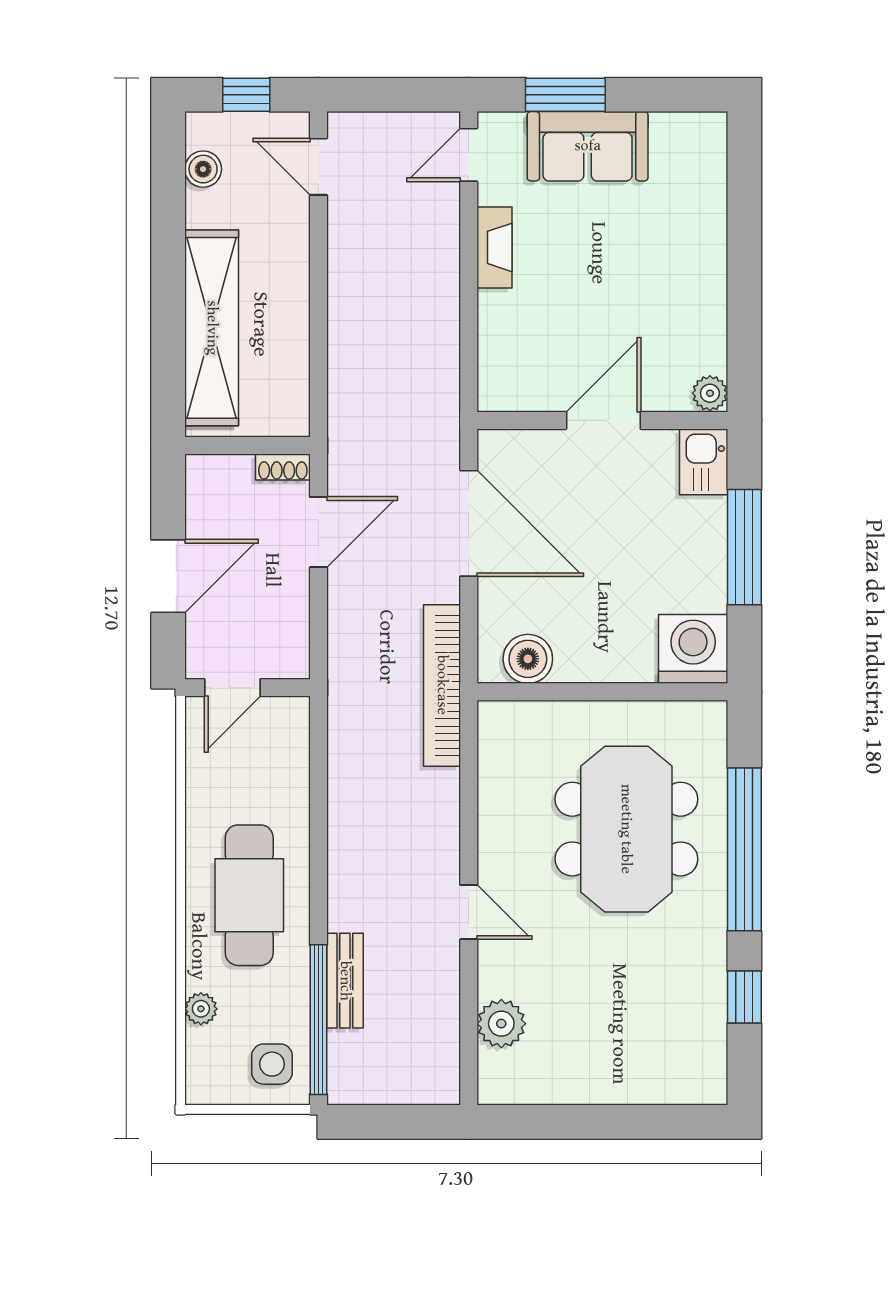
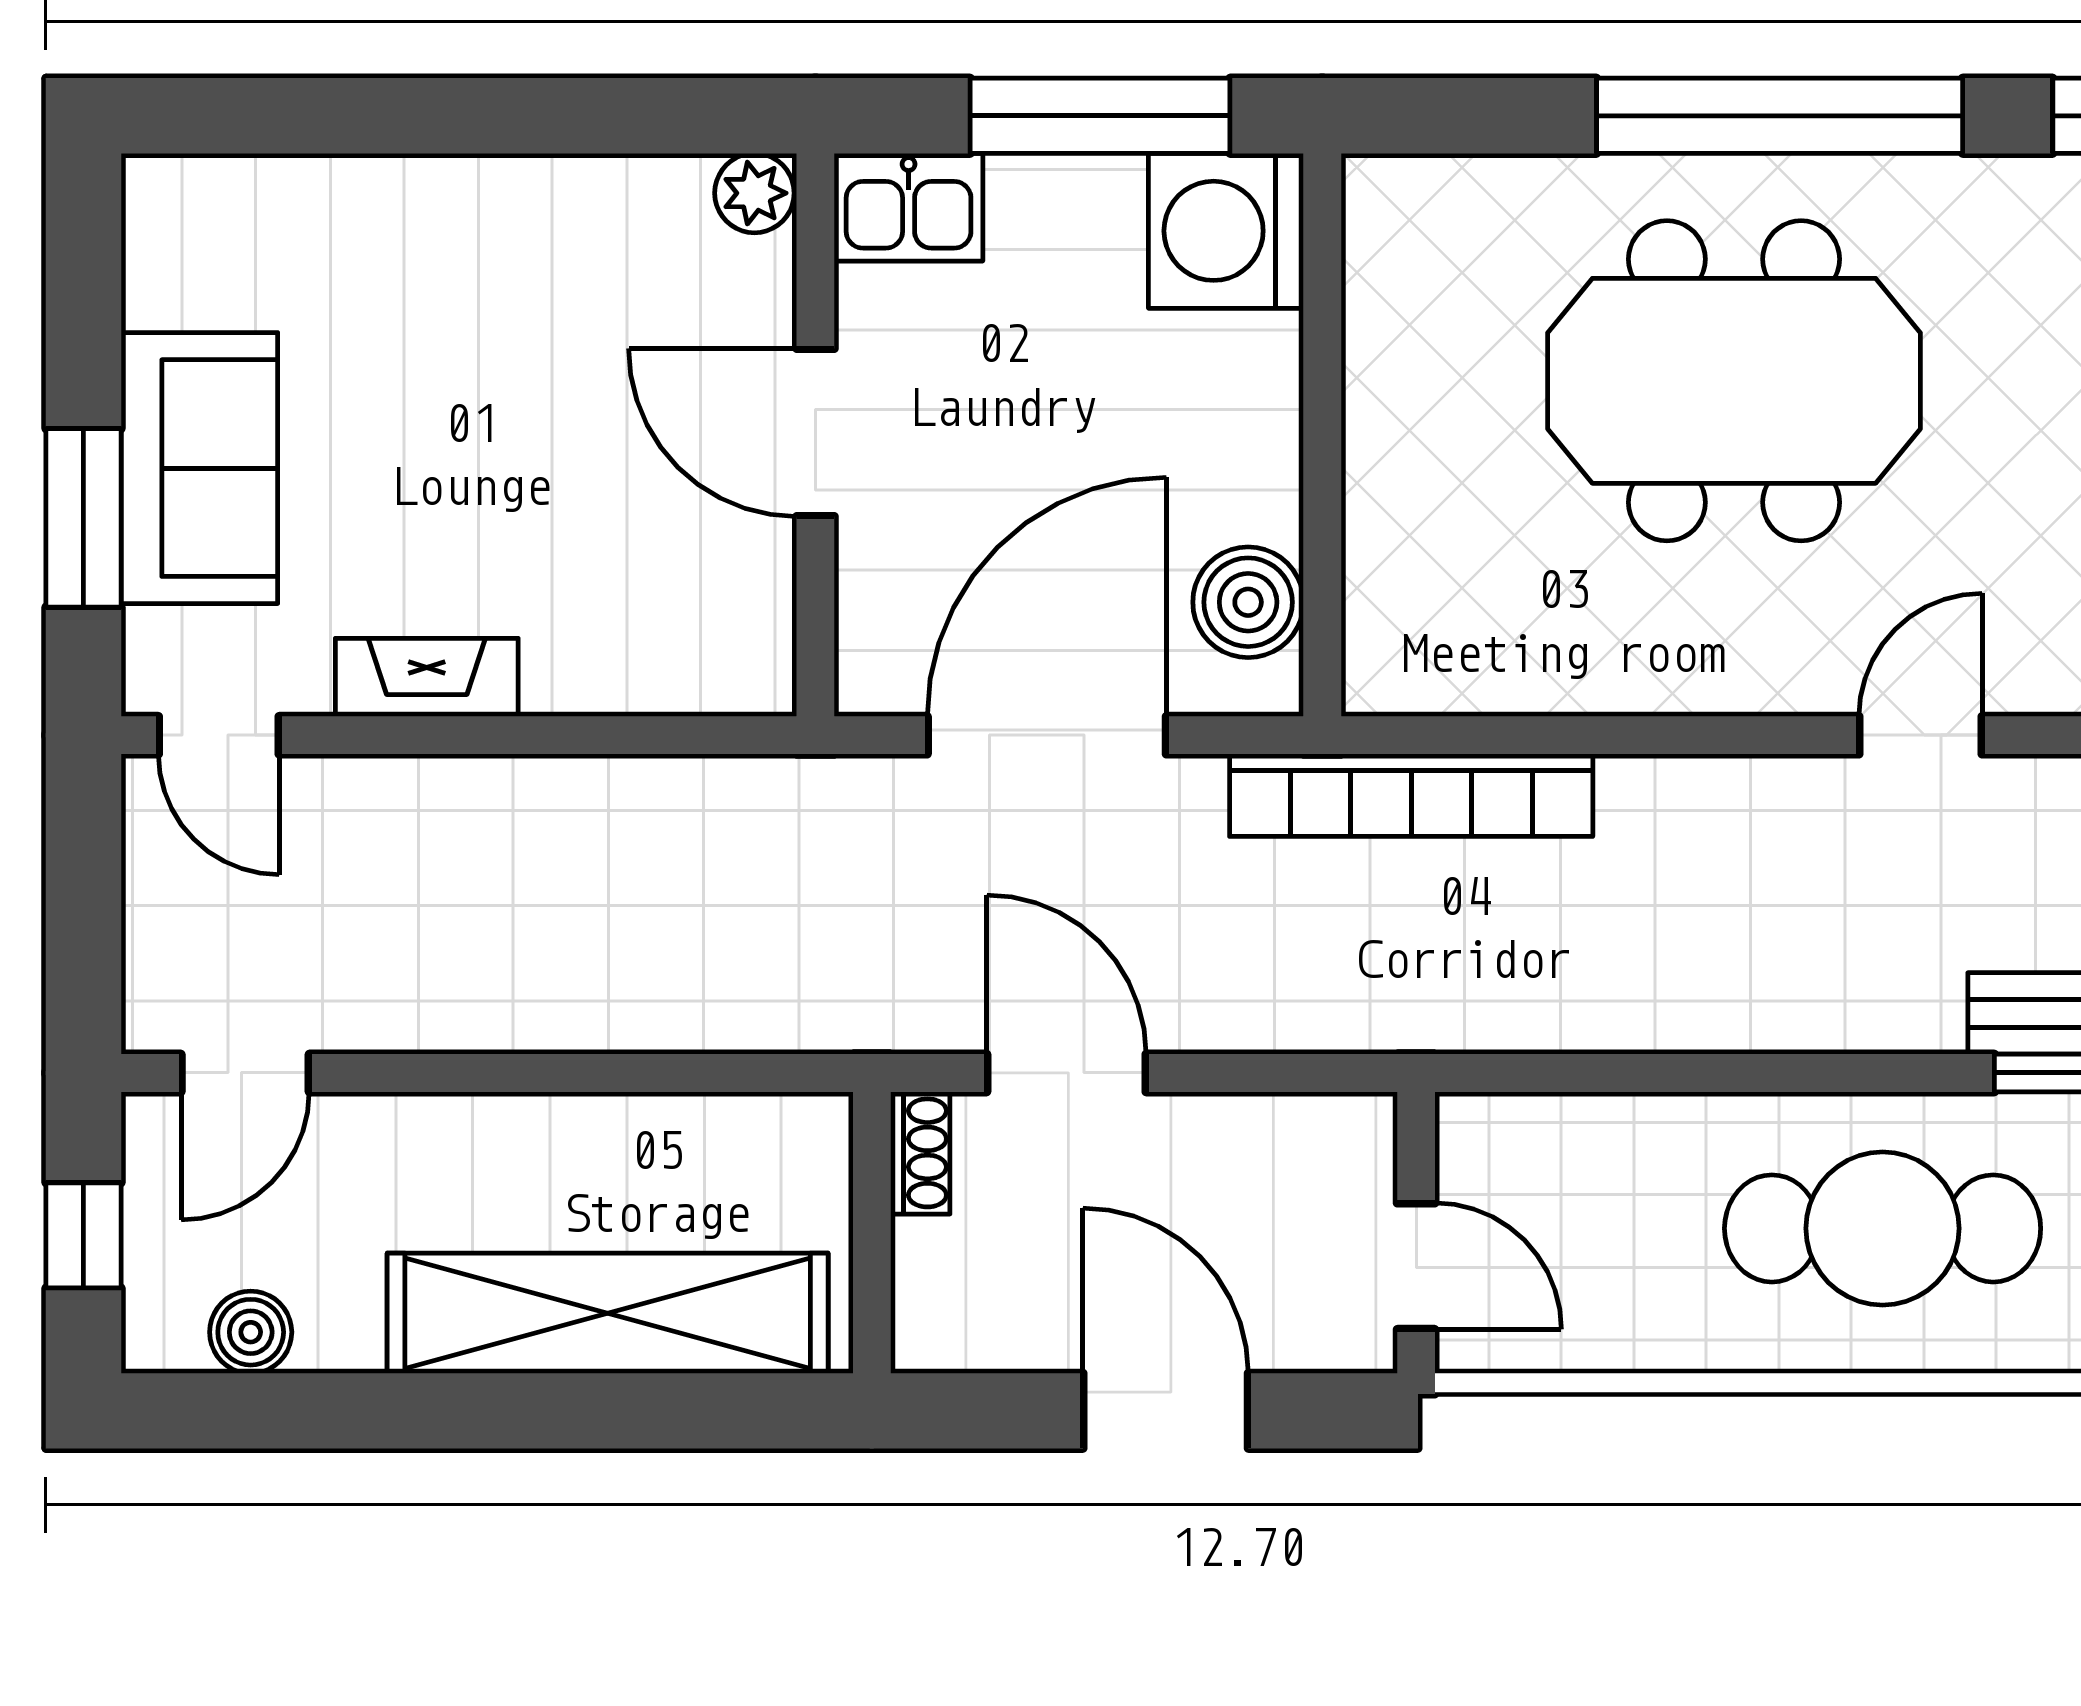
washing machine: (693, 649) -> (1226, 231), moved
boiler: (528, 659) -> (1248, 602), moved
wall: (602, 692) -> (1322, 435), moved

